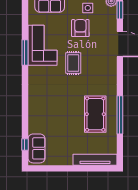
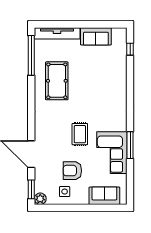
armchair: (80, 28) -> (72, 171), turned 90
window: (120, 115) -> (31, 55), moved
sofa: (36, 148) -> (96, 36), moved, turned -90

